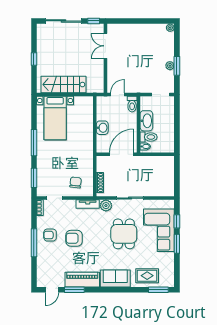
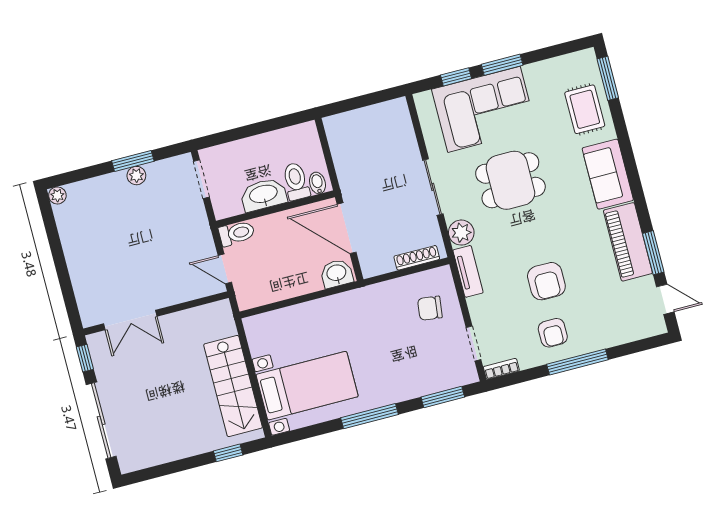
window: (34, 59) -> (228, 453), moved
washbasin: (102, 128) -> (337, 273), moved

